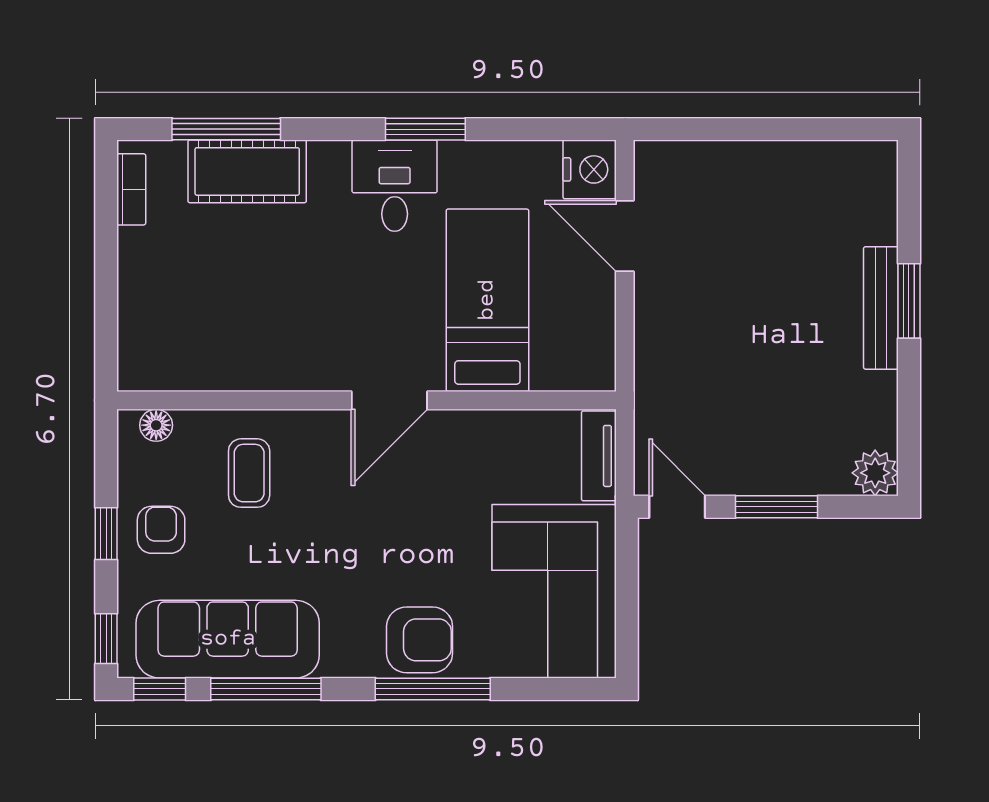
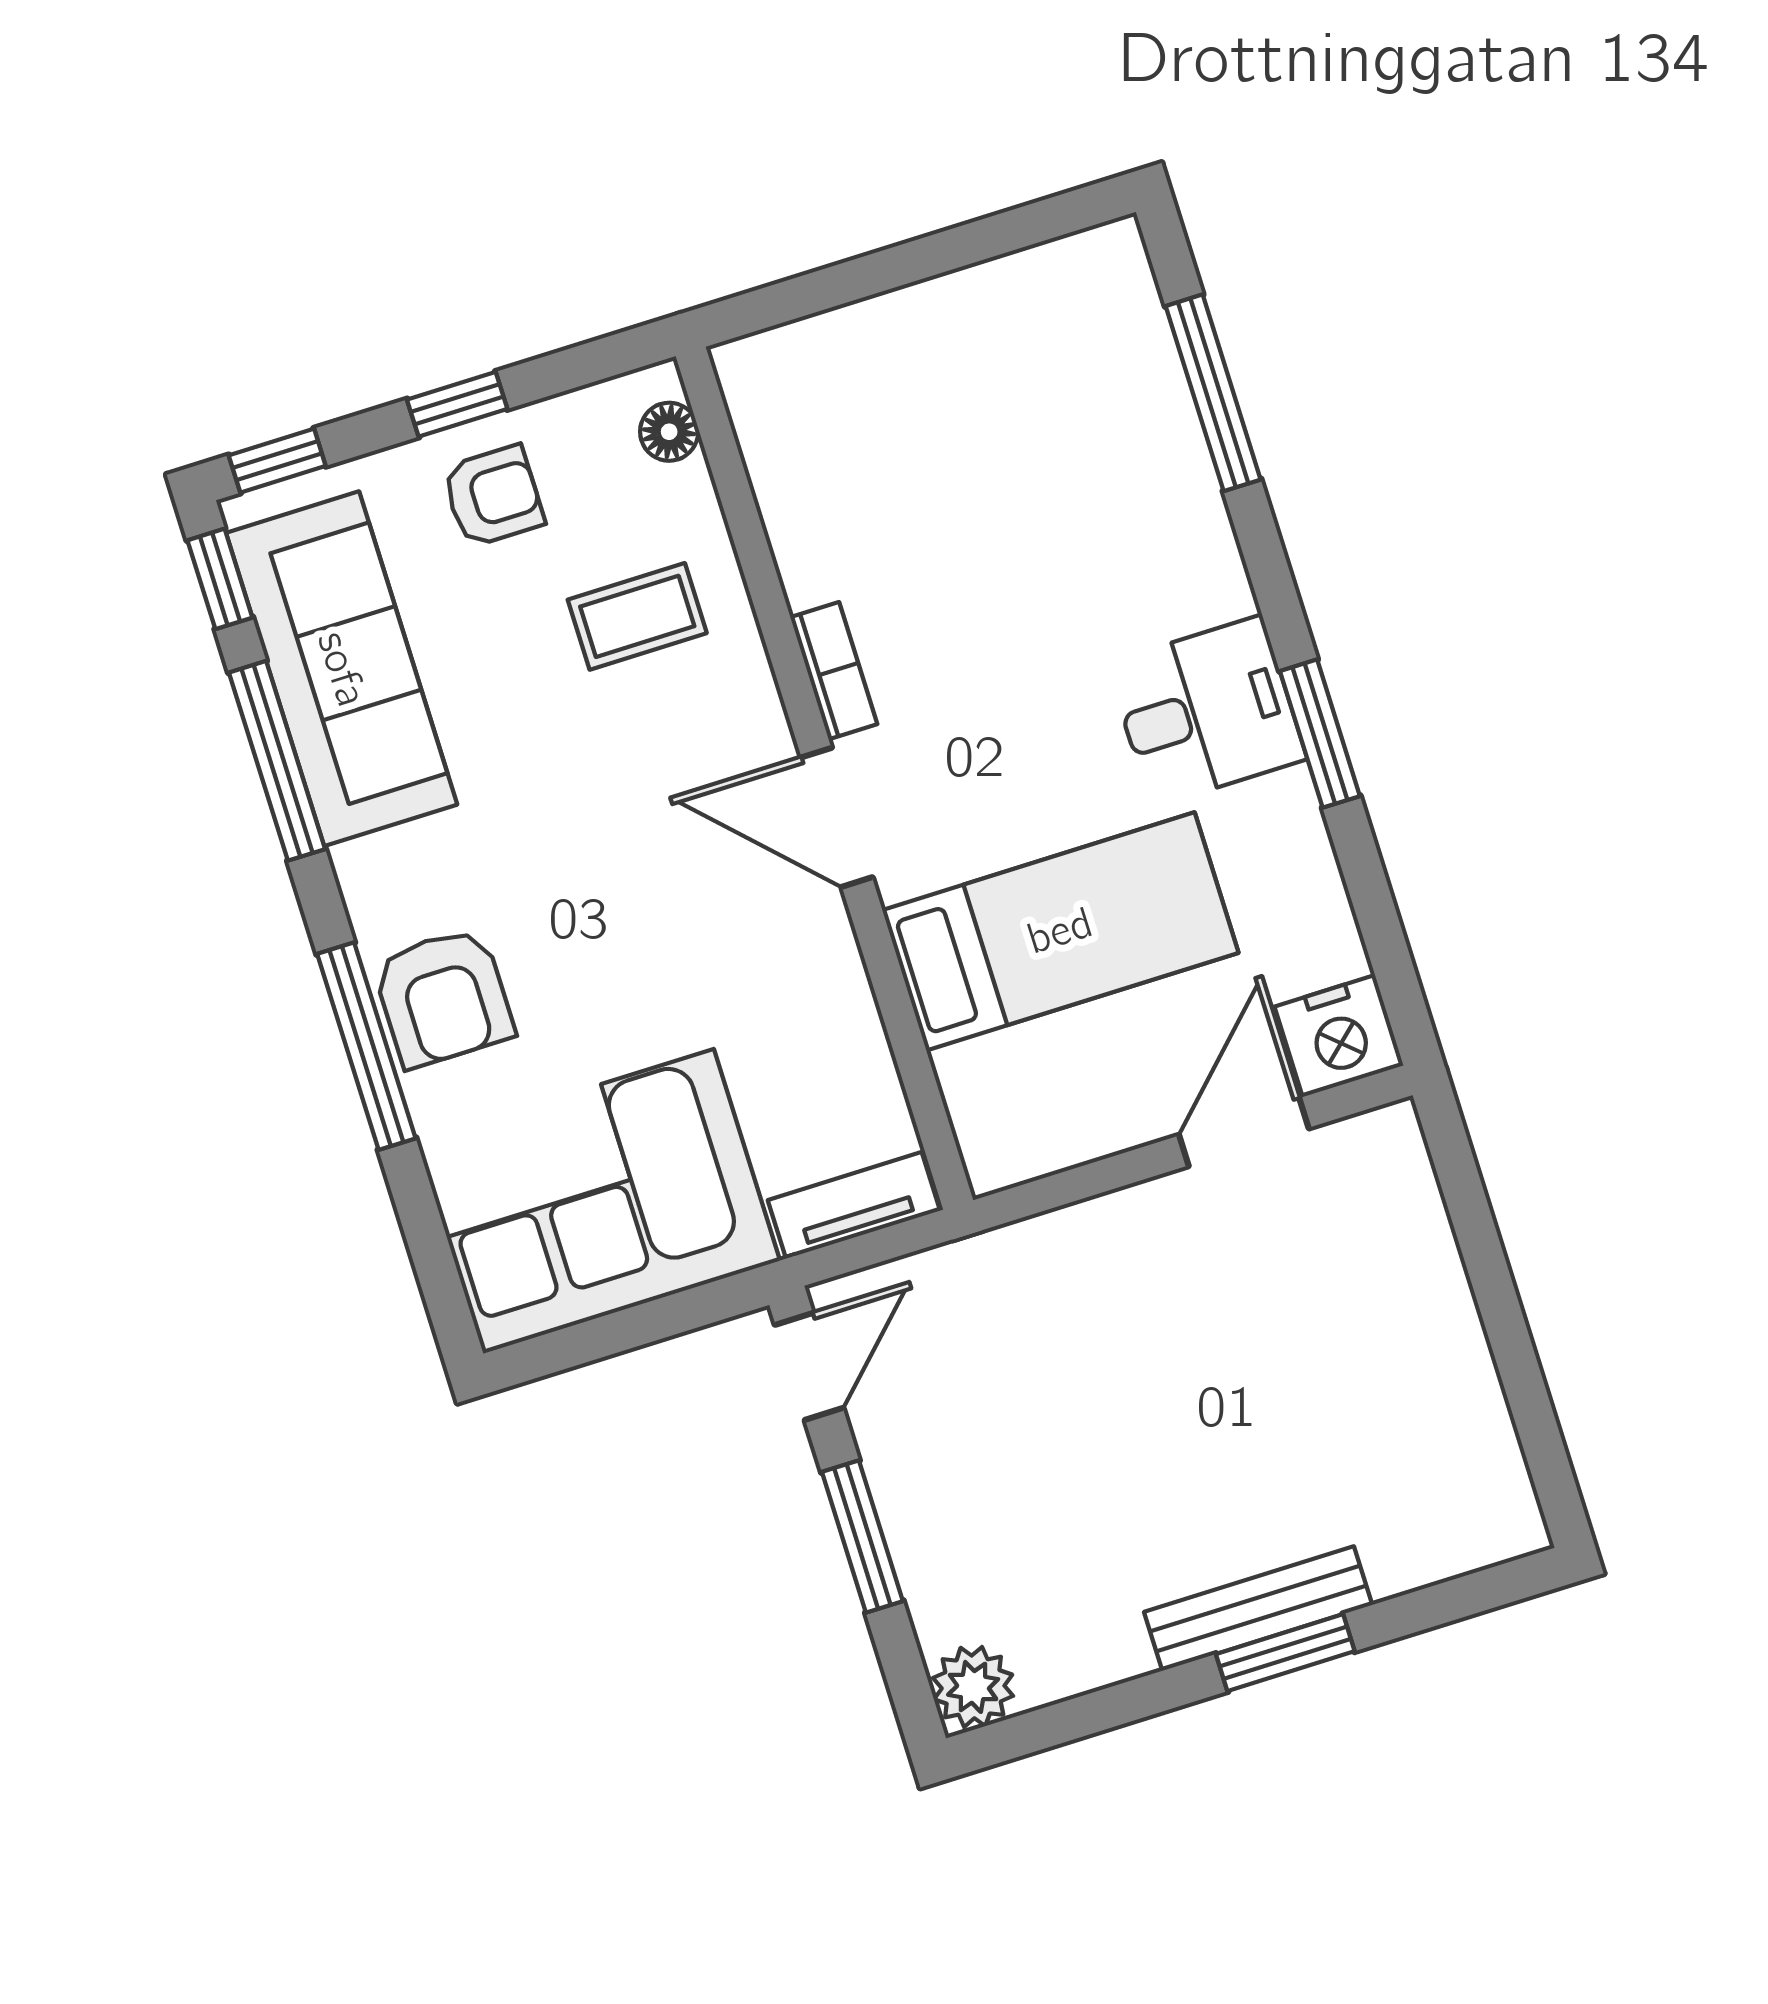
cot: (247, 171) -> (1152, 451), removed
bookcase: (131, 189) -> (834, 671), moved, turned -90

